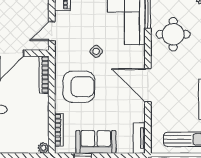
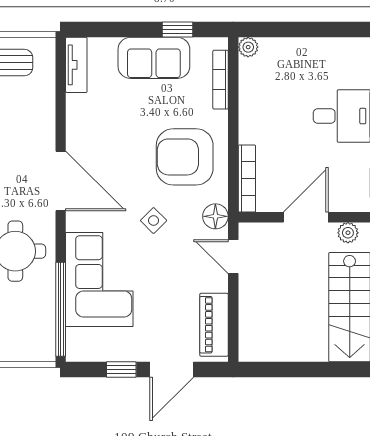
door: (52, 31) -> (233, 257), swing flipped
floor lamp: (62, 54) -> (215, 216), added
door: (148, 85) -> (61, 181), moved

